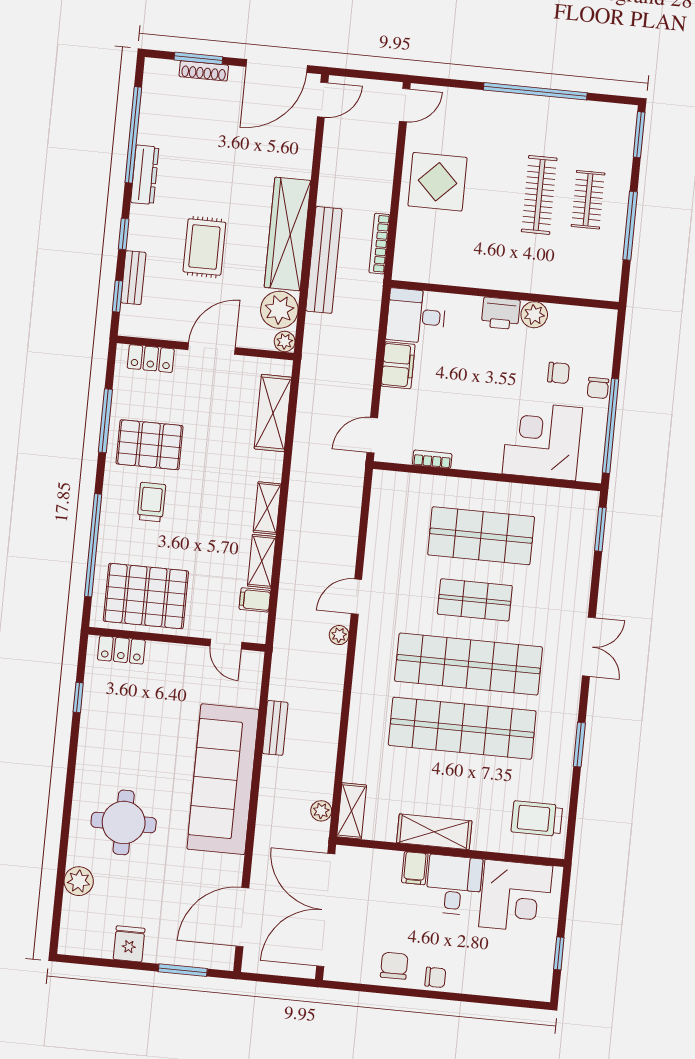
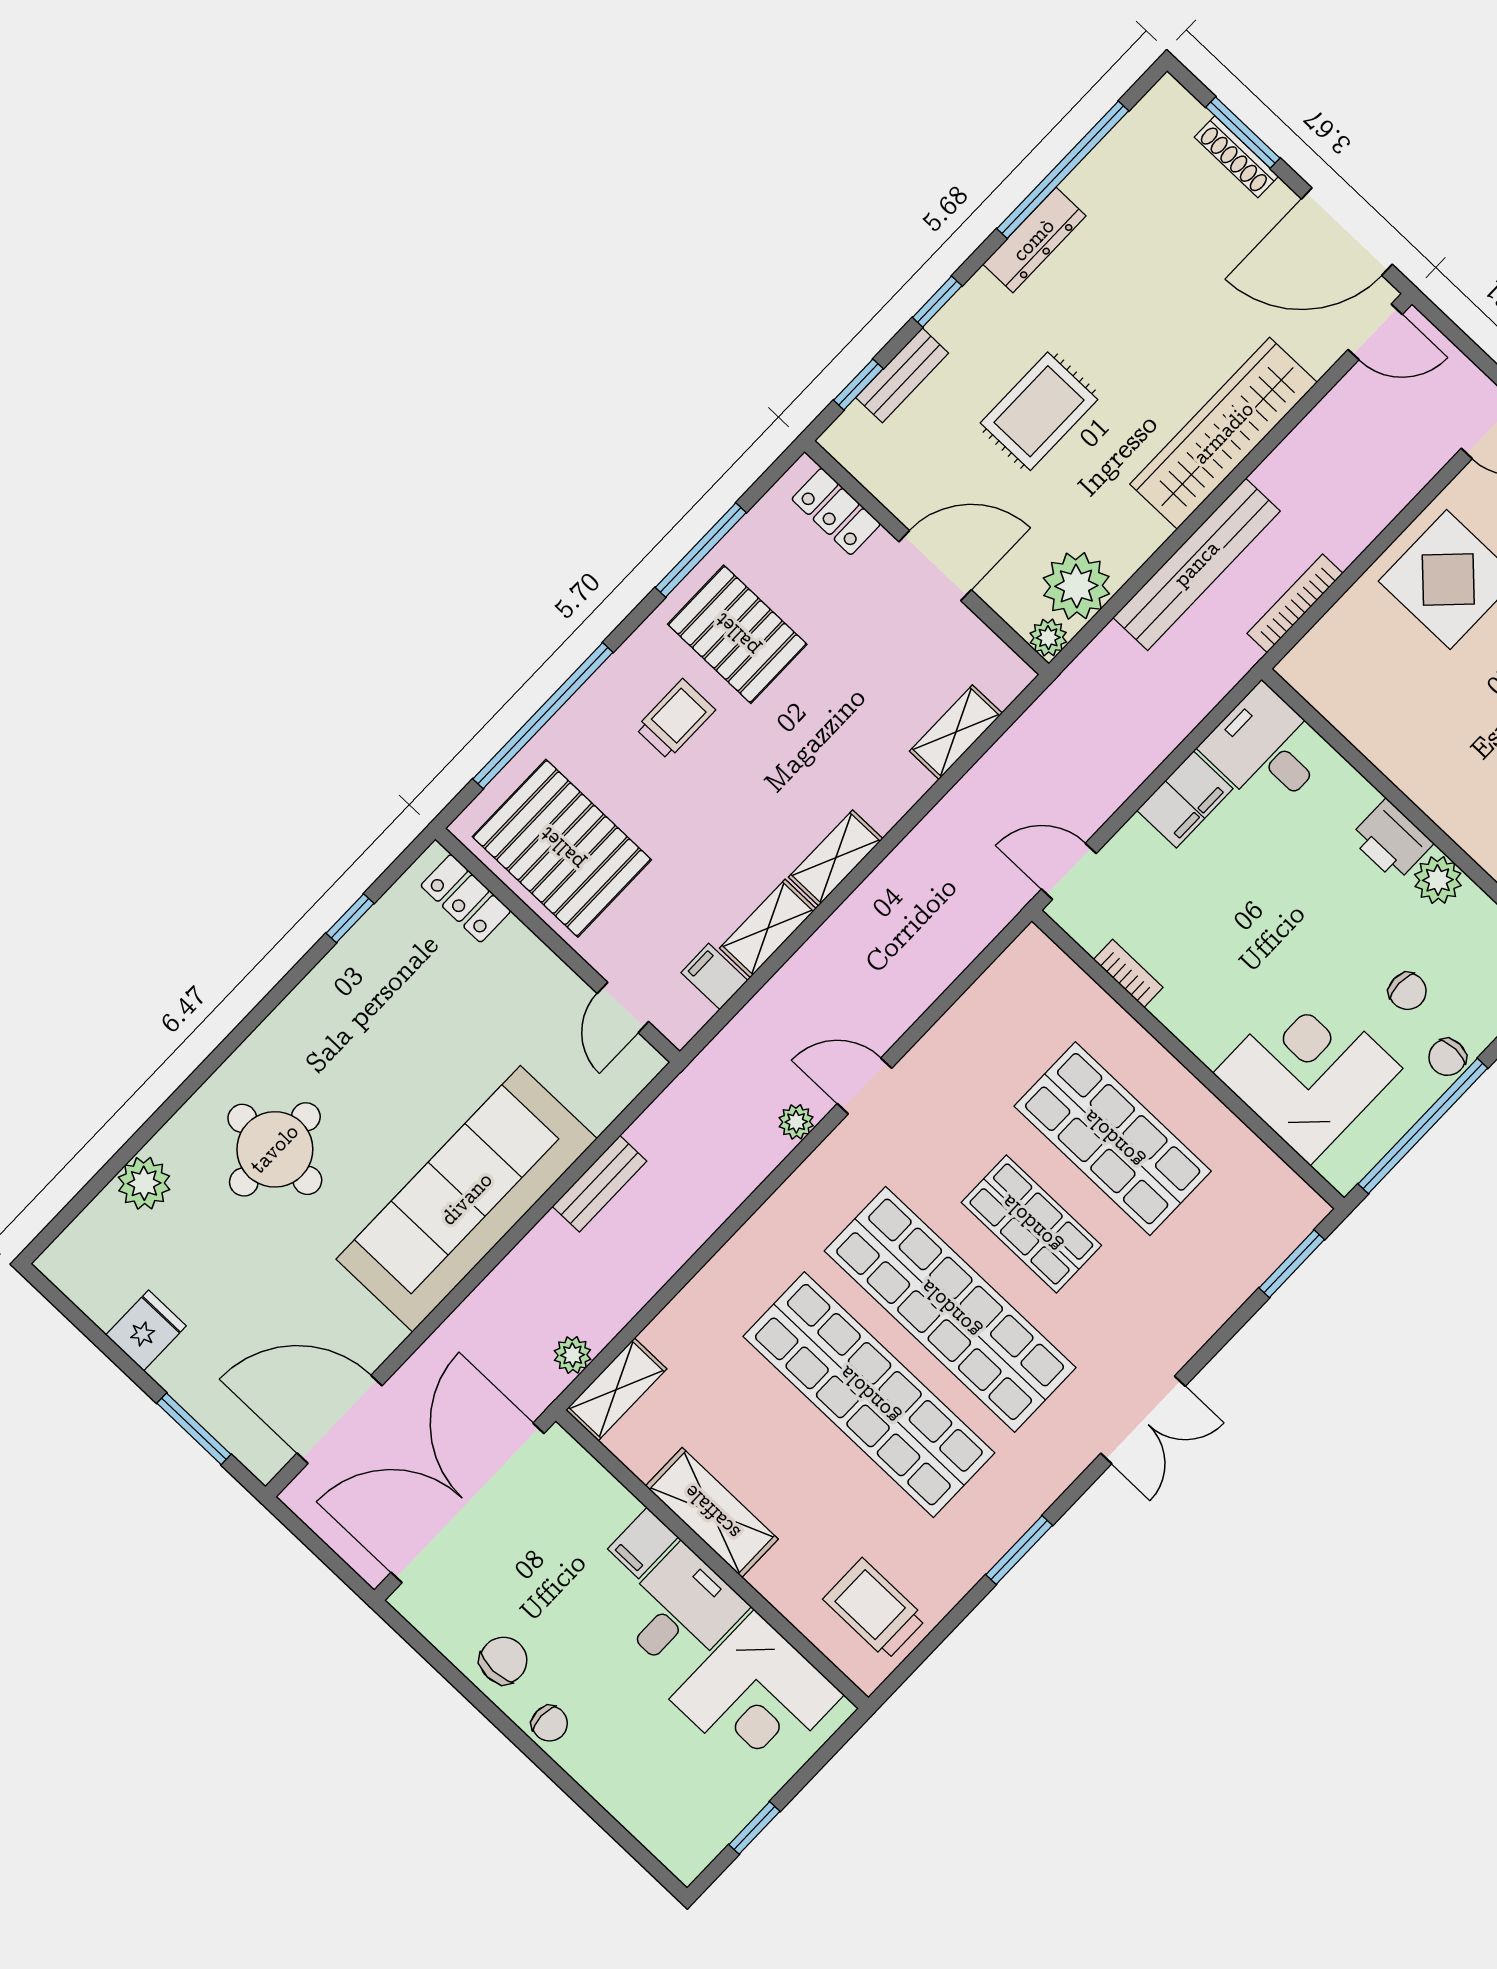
wardrobe: (287, 234) -> (1224, 433), moved
shelving: (273, 413) -> (956, 732), width x0.67, depth x0.75

